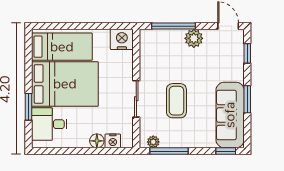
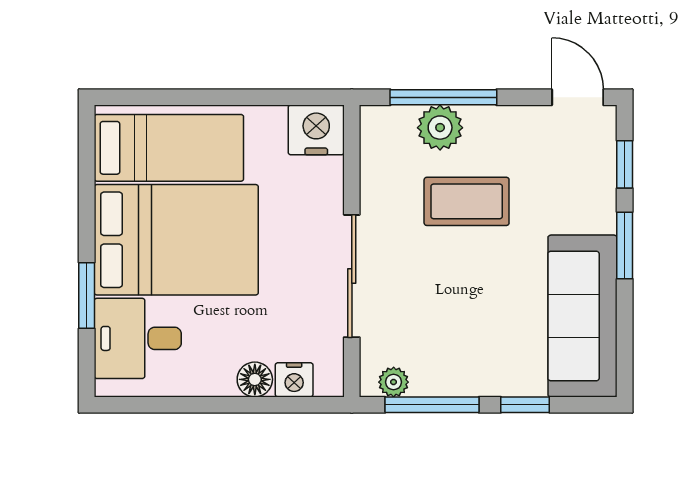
plant: (194, 38) -> (440, 128), moved
sliding door: (136, 99) -> (352, 276), width x1.37
window: (247, 99) -> (625, 245), moved
coffee table: (176, 101) -> (467, 201), moved, turned 90
window: (226, 151) -> (525, 405), moved

